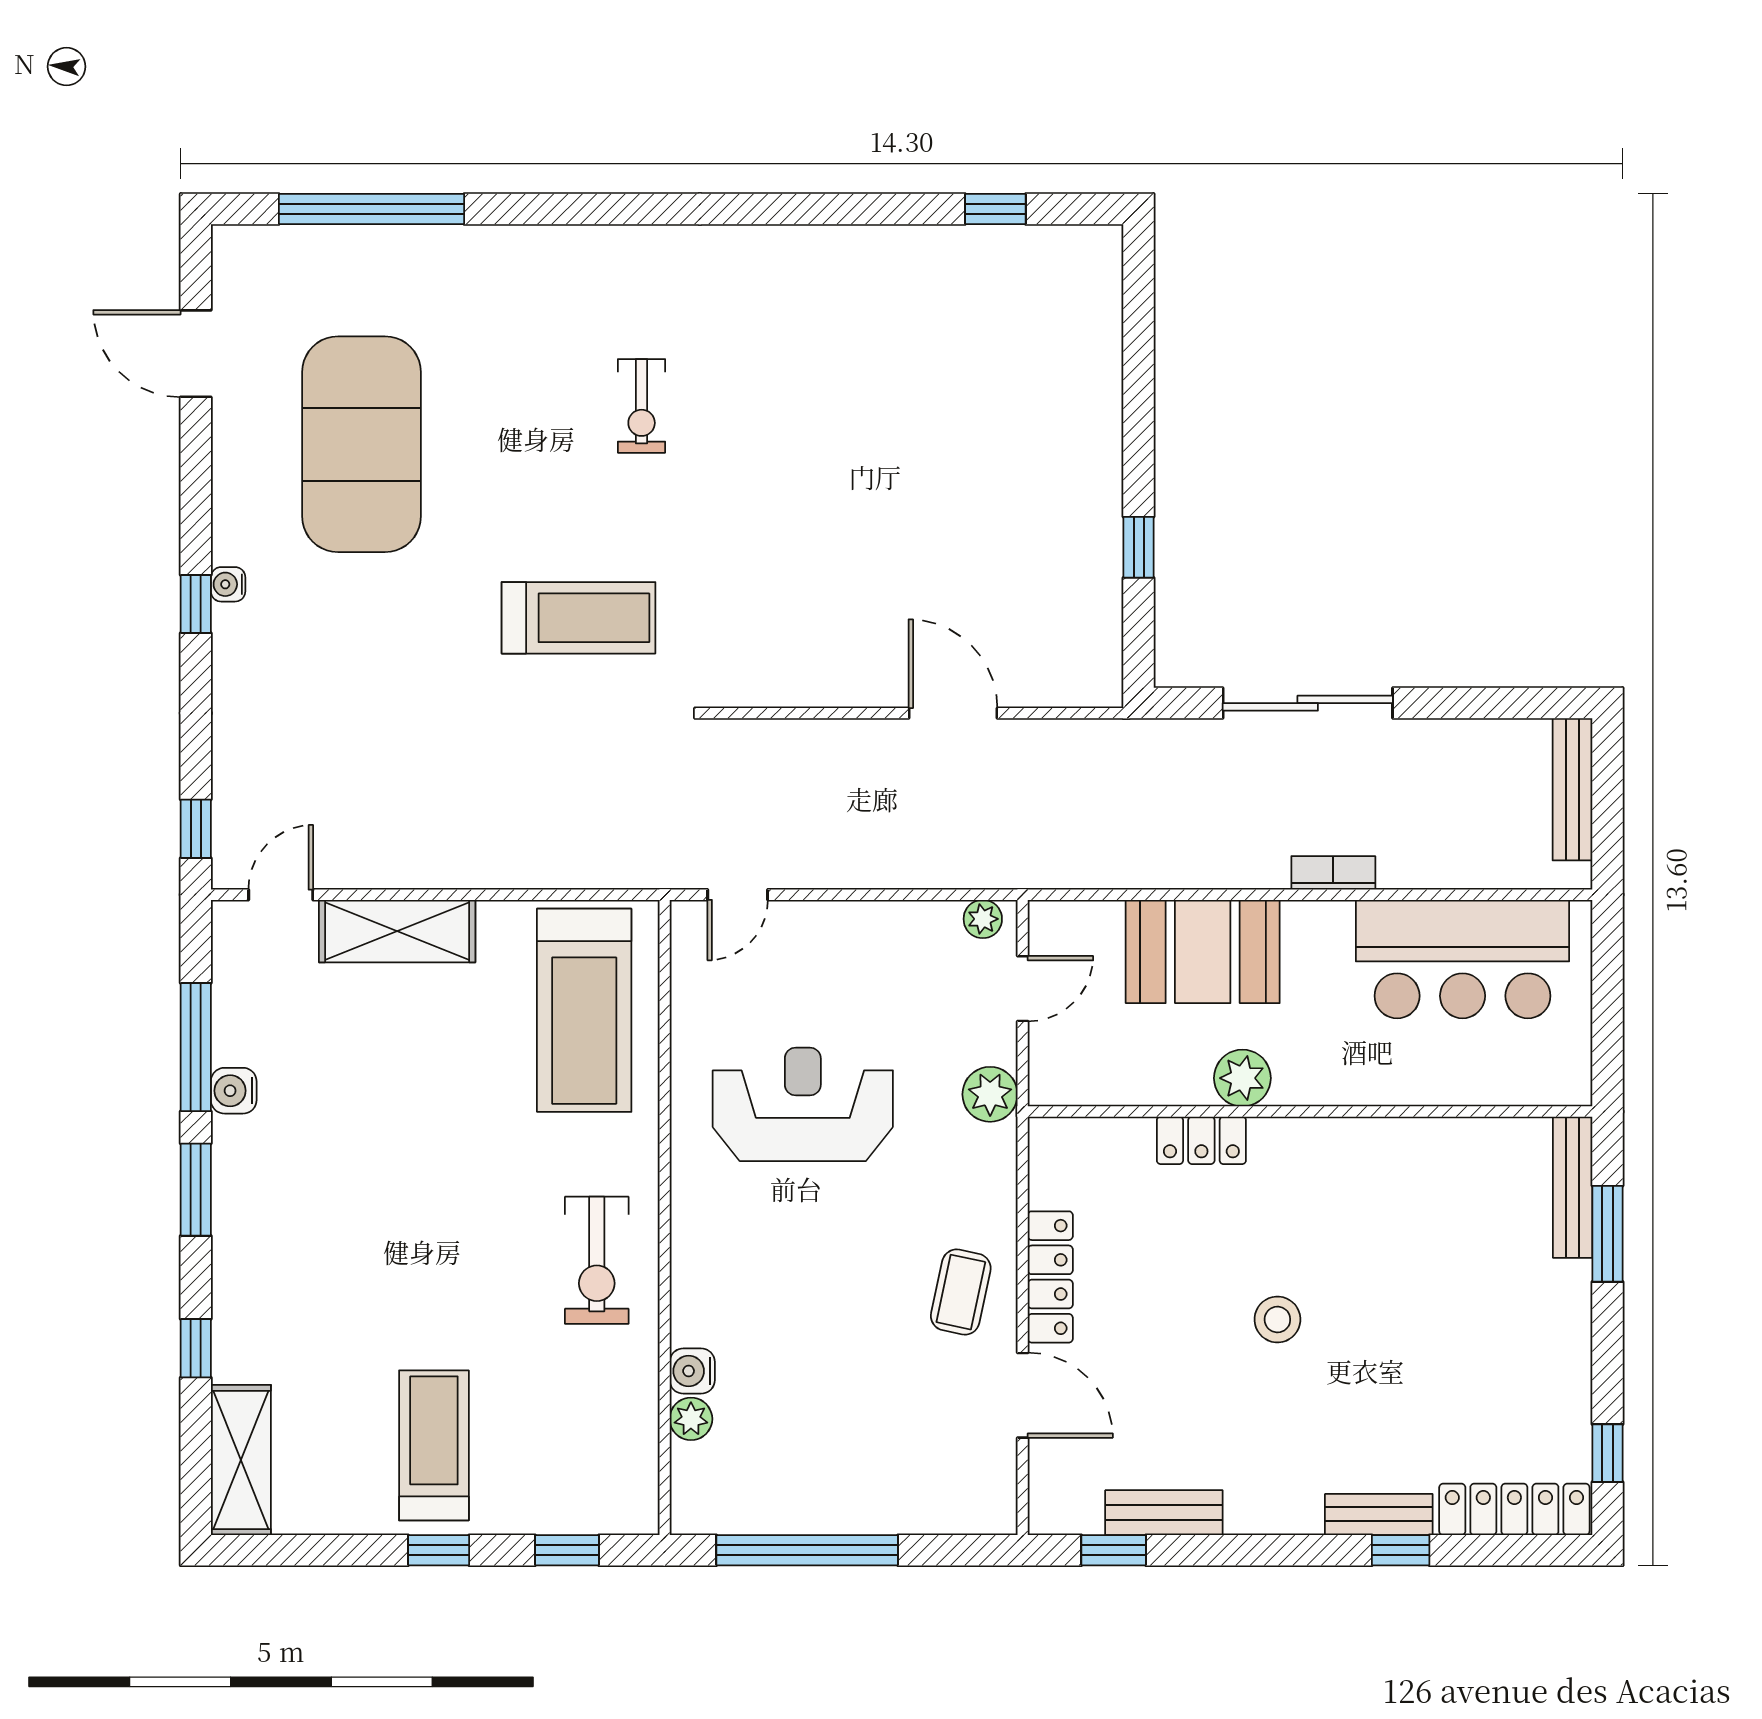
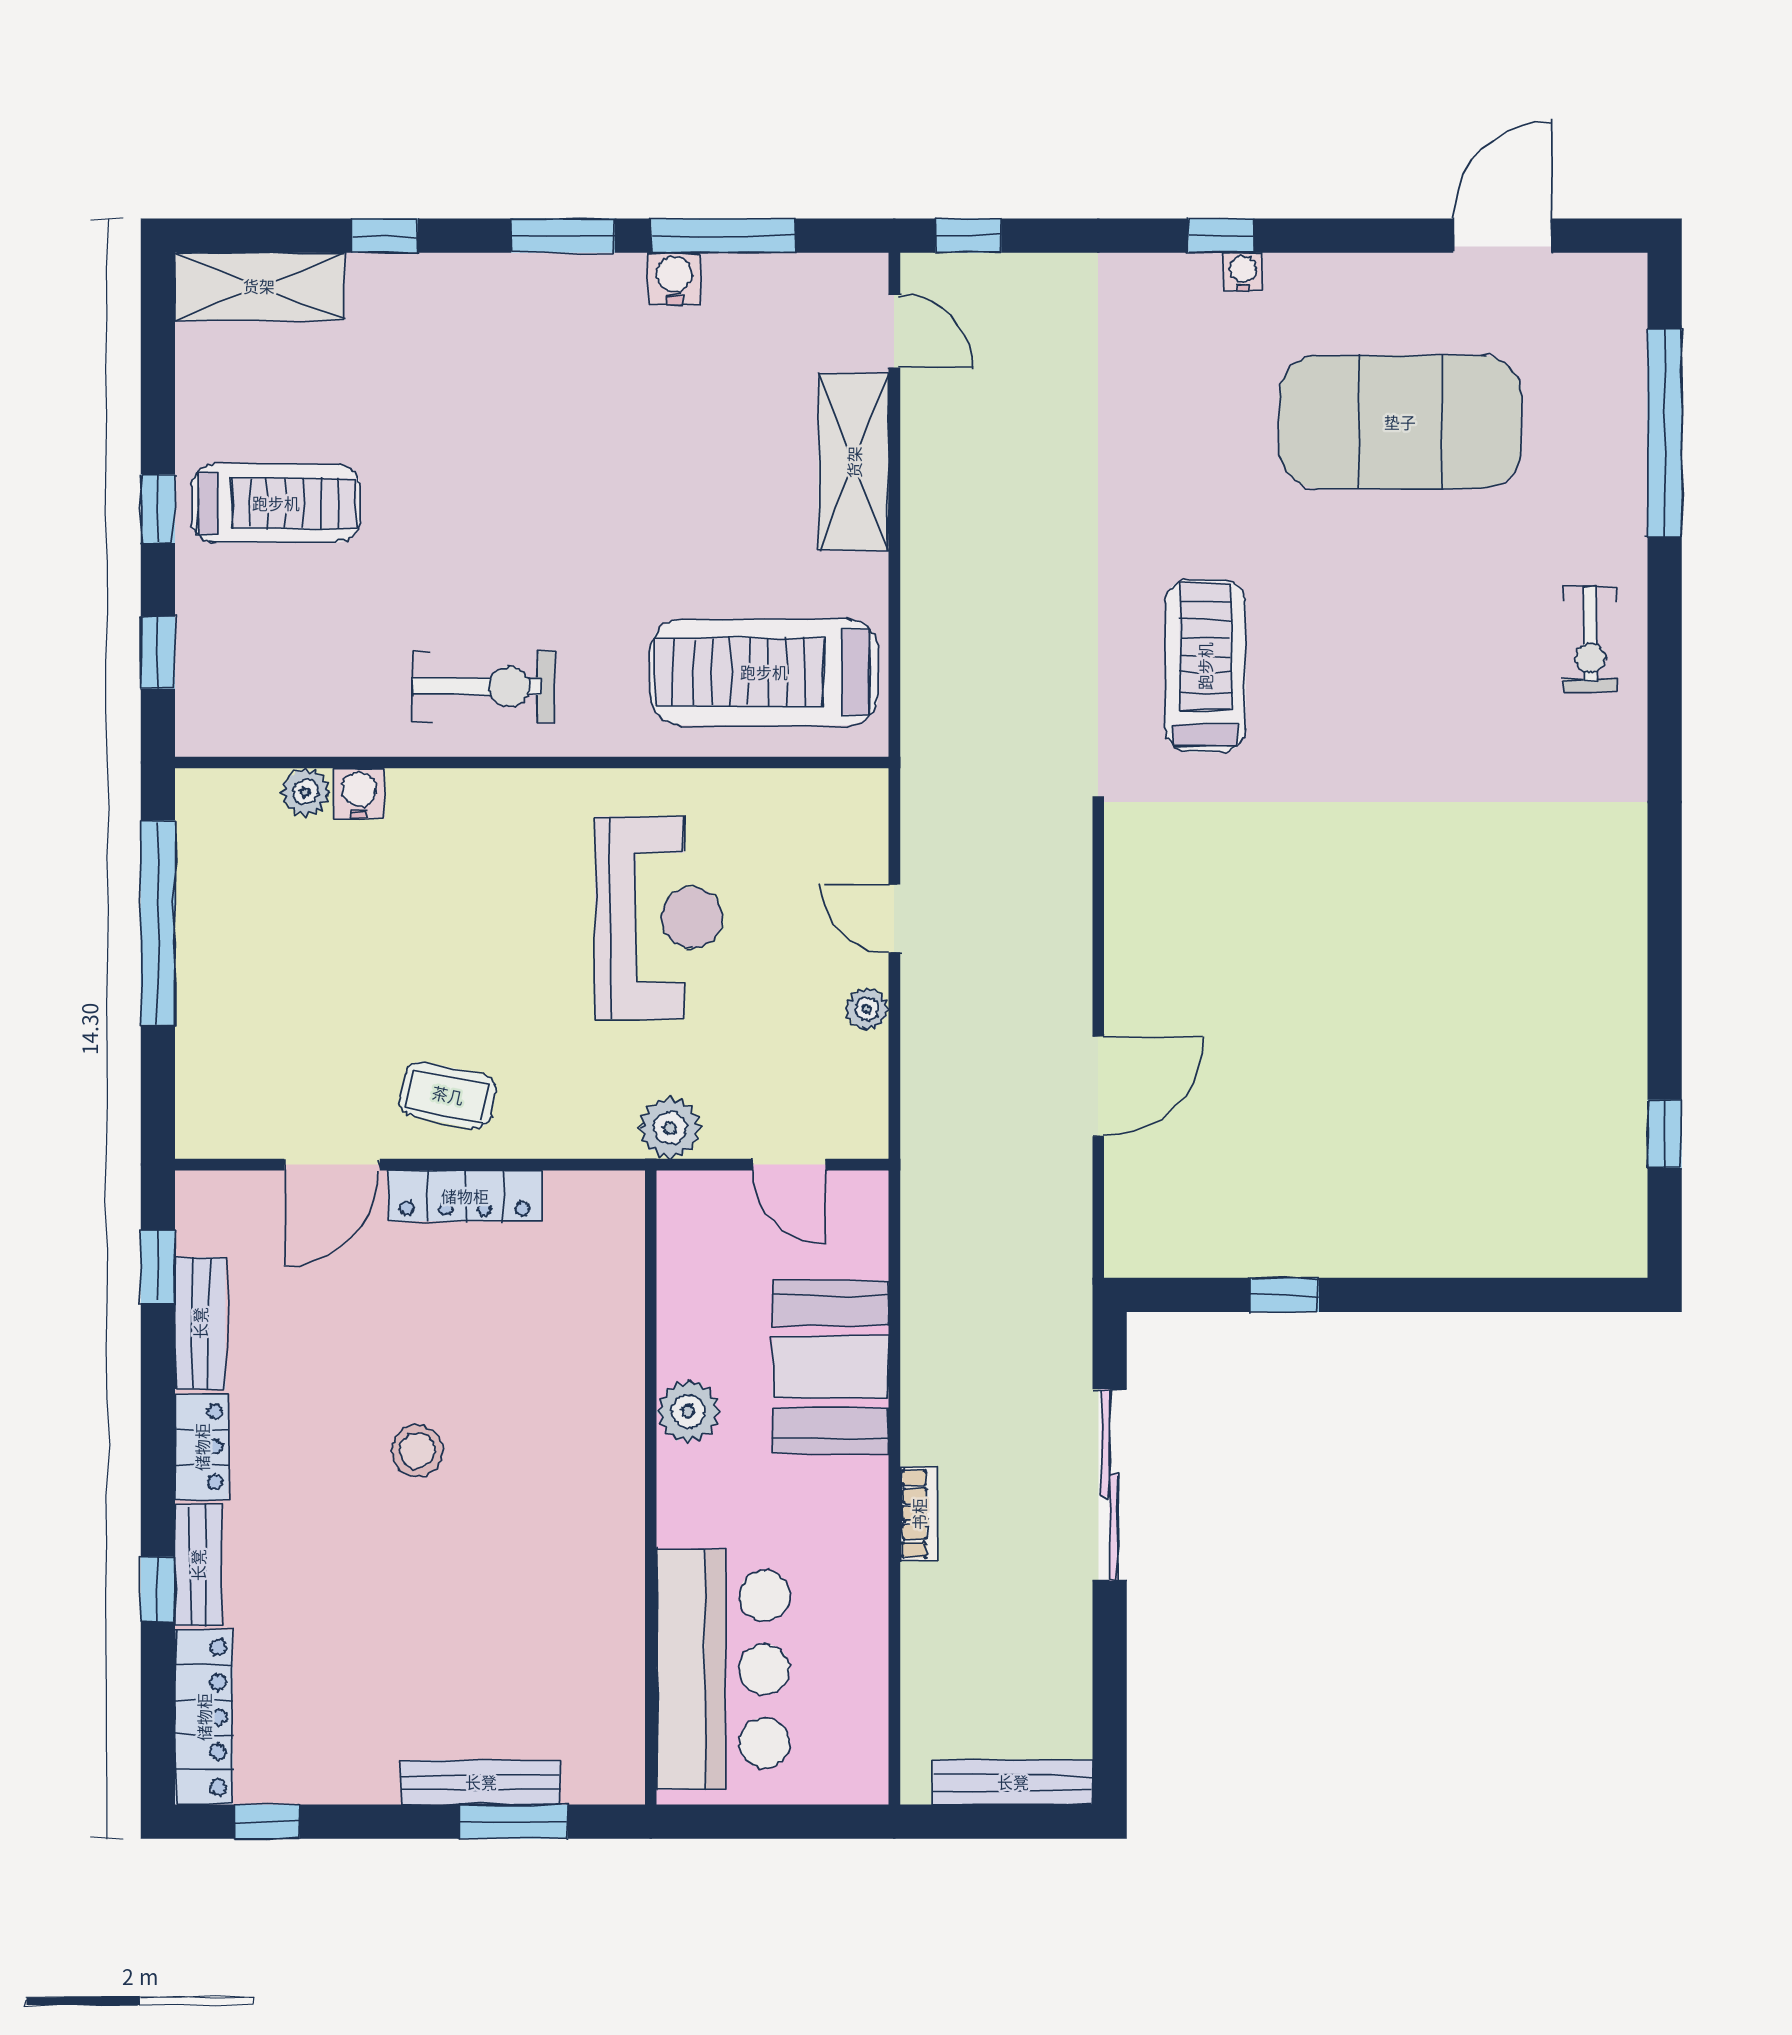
exercise bike: (642, 406) -> (1590, 639), moved, turned -90
treadmill: (579, 618) -> (1205, 666), turned 180
door: (738, 895) -> (894, 918), moved
plant: (983, 919) -> (867, 1009), moved
bar counter: (1463, 959) -> (723, 1669), moved, turned 180
locker: (1201, 1140) -> (202, 1447), moved, turned 180
bench: (1573, 1187) -> (481, 1782), moved
exercise bike: (597, 1260) -> (484, 686), turned 180

